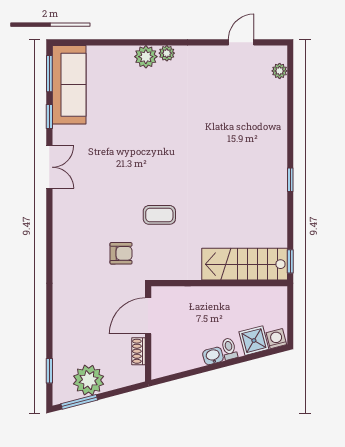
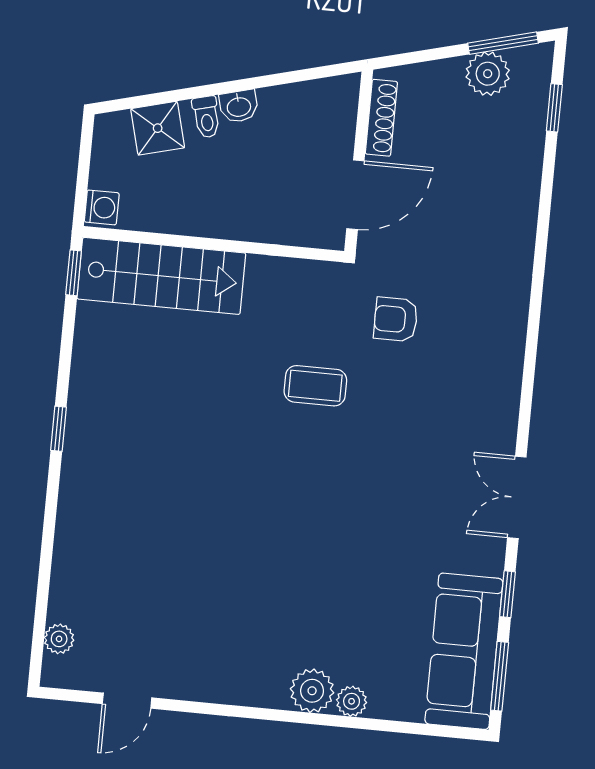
plant: (167, 53) -> (352, 701), moved
washing machine: (276, 339) -> (102, 207), moved, turned -75
shoe rack: (139, 351) -> (381, 118), width x1.43
plant: (89, 380) -> (488, 74), width x0.73, depth x0.73

